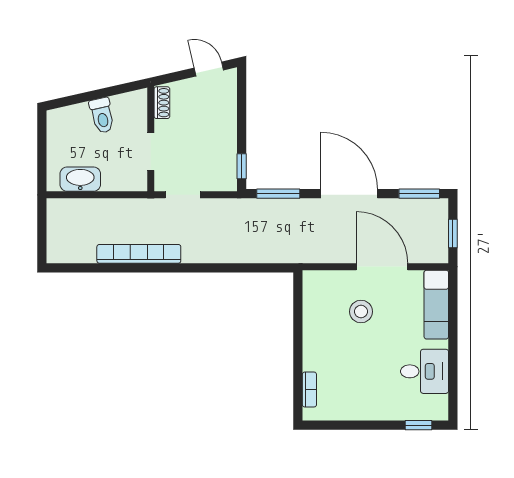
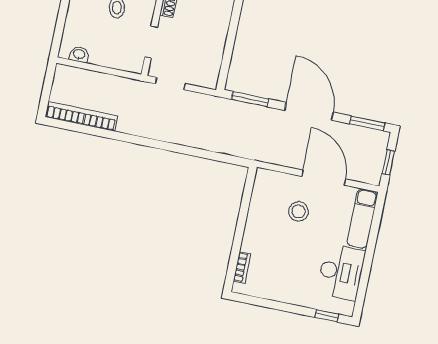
window: (242, 166) -> (224, 70), removed
washbasin: (80, 179) -> (79, 54), width x0.52, depth x0.69
bookcase: (139, 254) -> (81, 116), moved
desk: (425, 371) -> (341, 272), width x1.37

